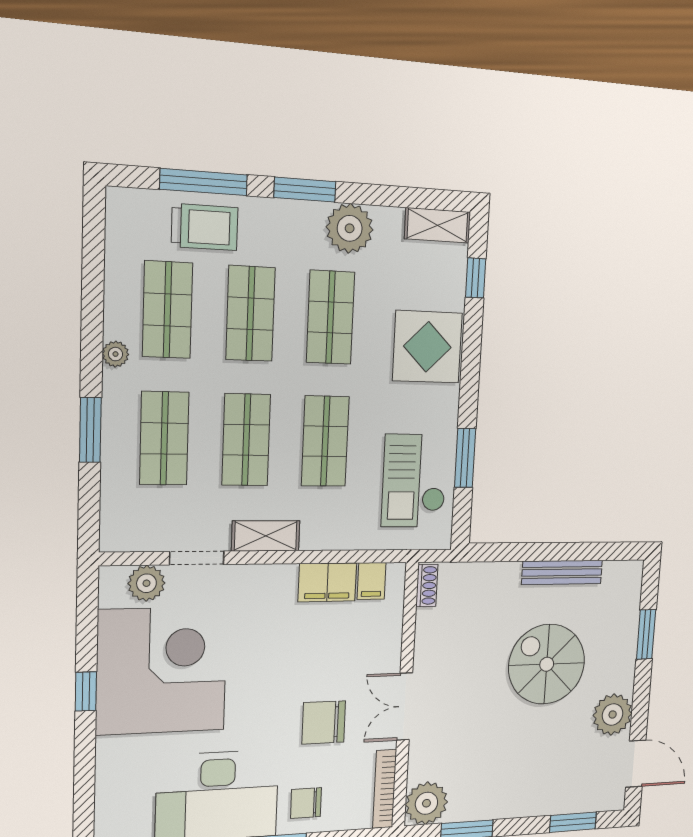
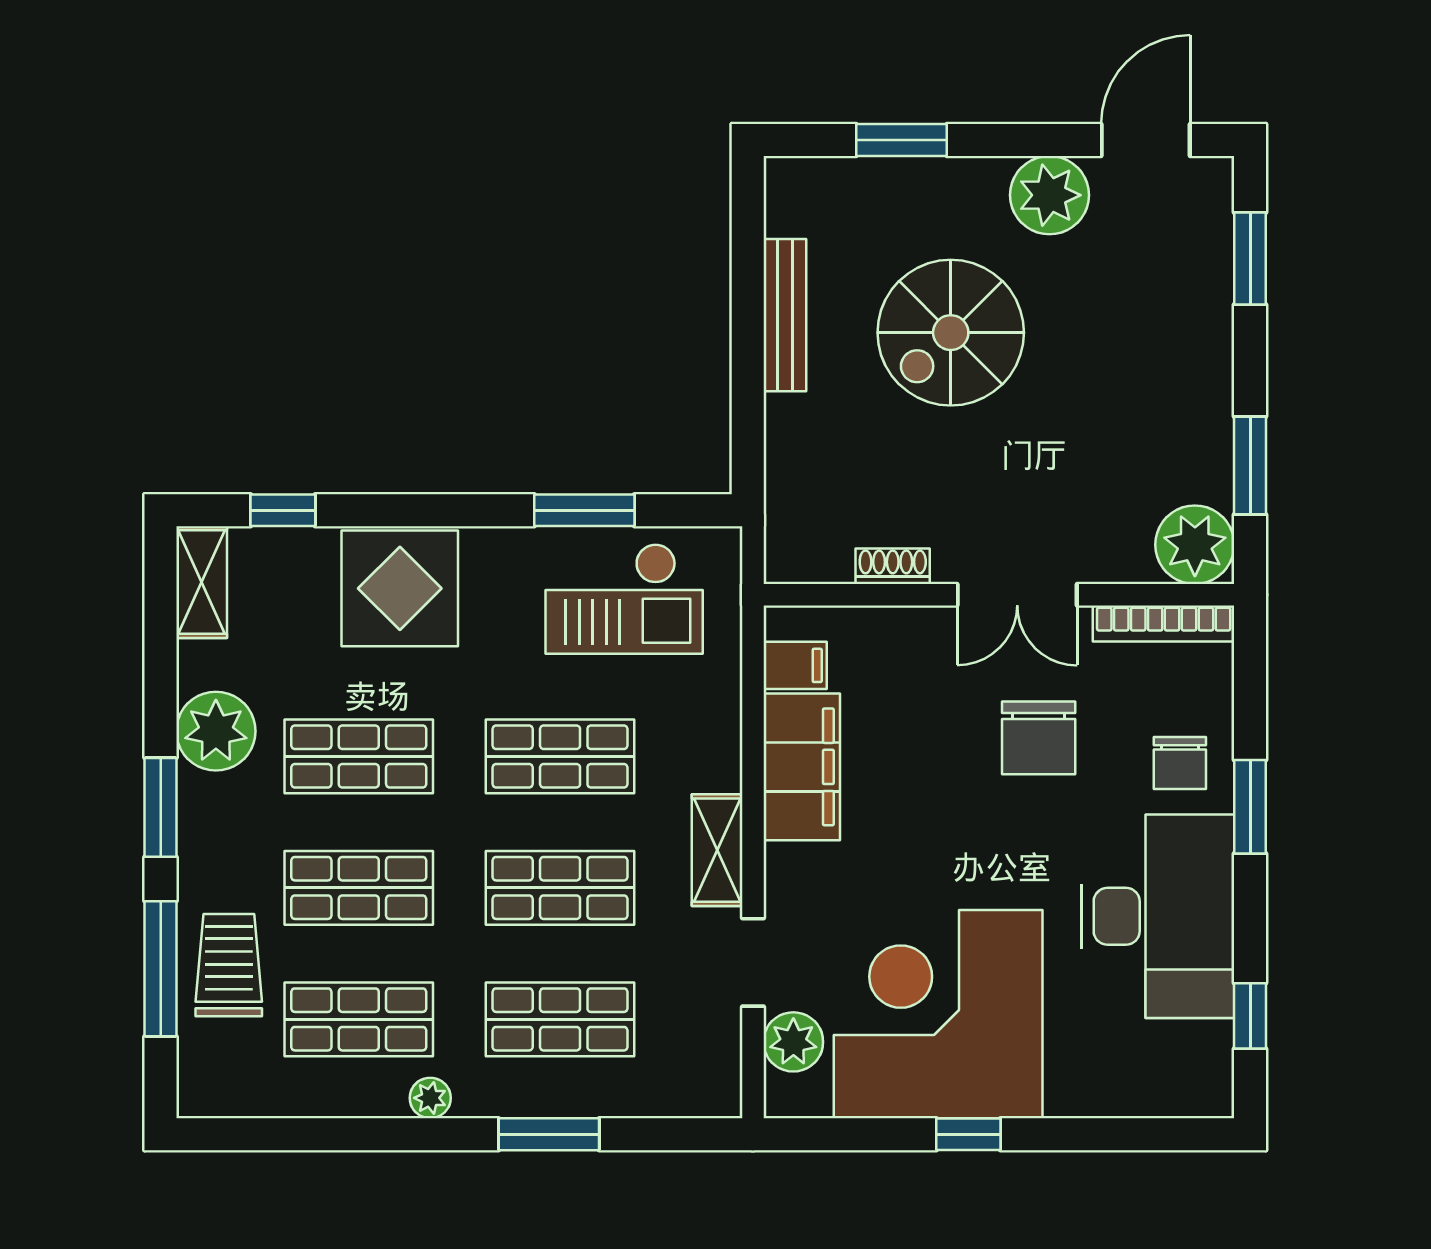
filing cabinet: (327, 582) -> (802, 767), width x1.50, depth x1.17
shoe rack: (427, 586) -> (893, 566), moved

